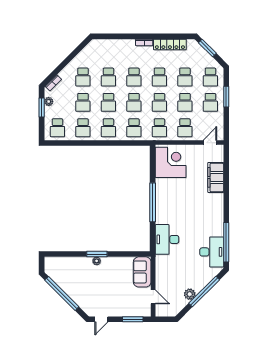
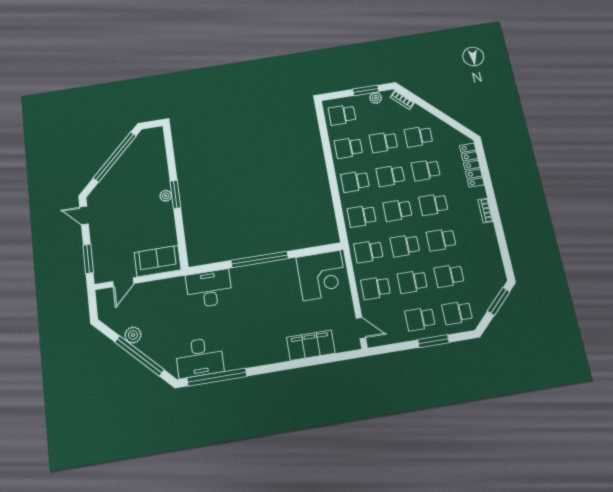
locker: (170, 44) -> (472, 165), moved

